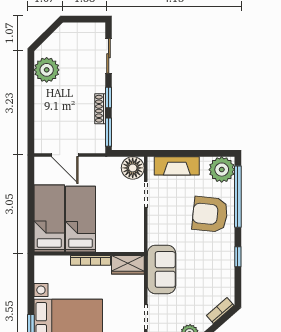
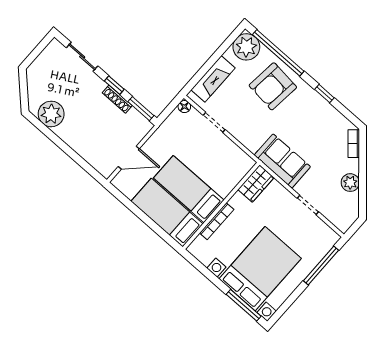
floor lamp: (133, 168) -> (184, 107), width x0.53, depth x0.53
bookcase: (90, 260) -> (217, 221), moved

